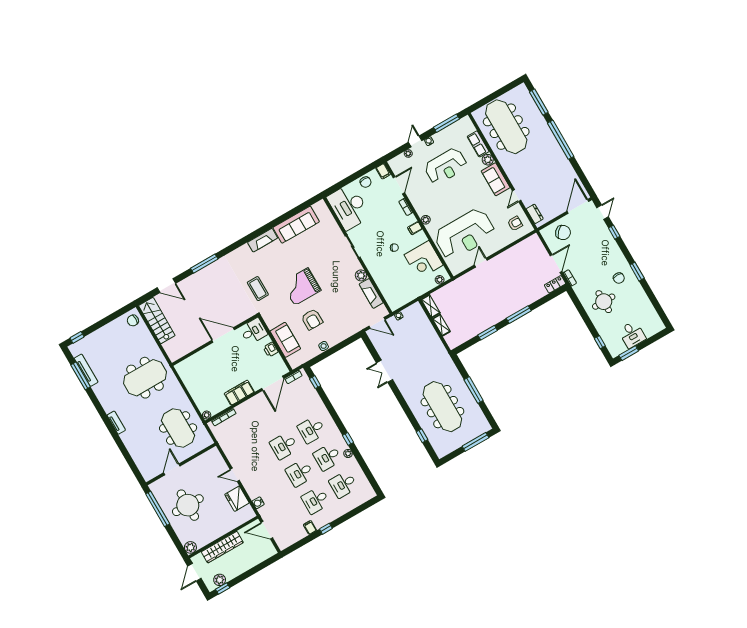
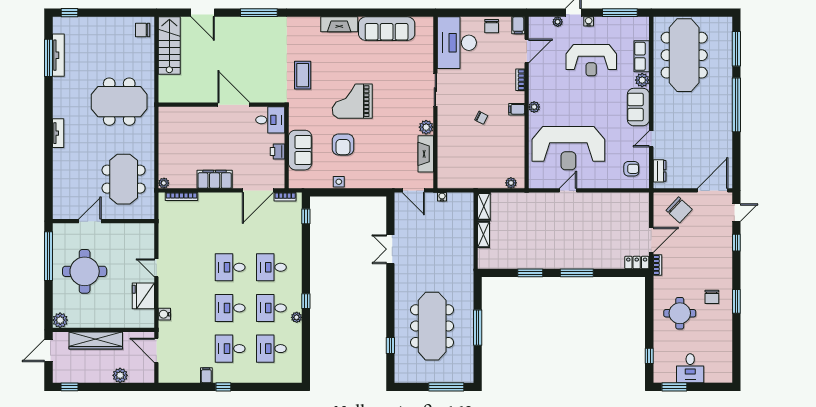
corner desk: (424, 260) -> (506, 150), removed
plant: (220, 580) -> (120, 375), moved

